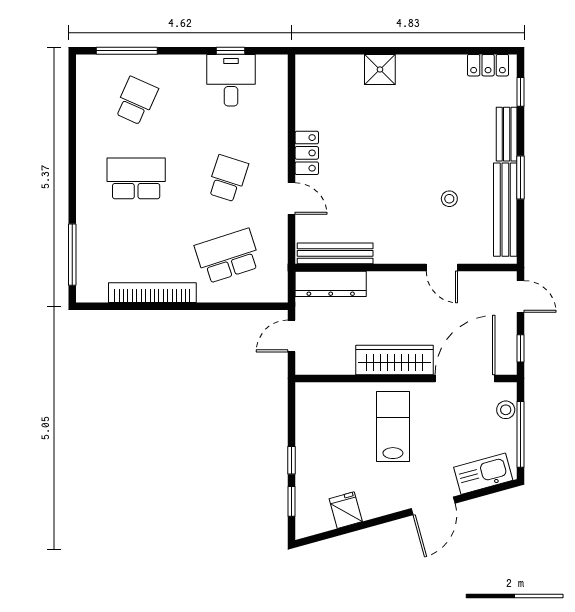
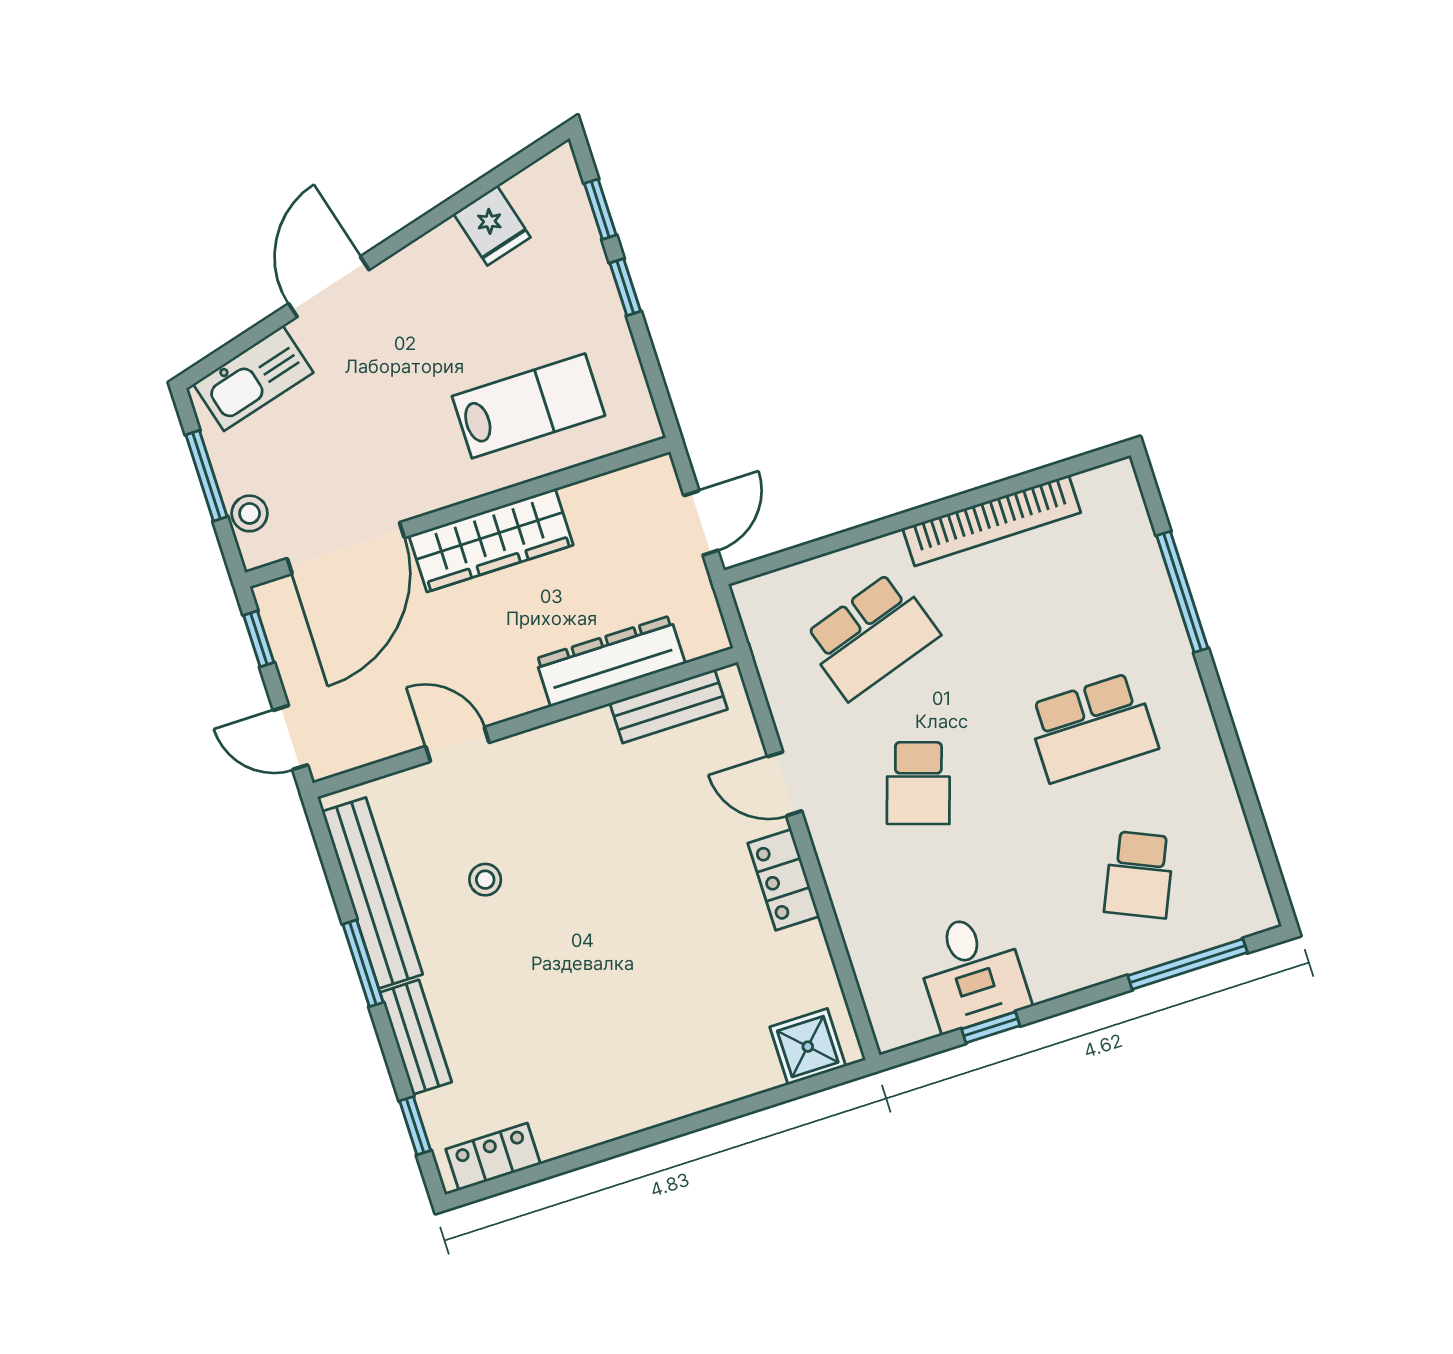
shower: (380, 69) -> (808, 1047), moved
bench: (335, 253) -> (669, 706), width x0.73
window: (72, 255) -> (1182, 592), moved
dresser: (331, 284) -> (610, 661), moved
lab bench: (393, 426) -> (528, 406), moved, turned -90
window: (521, 434) -> (206, 476), width x0.69

